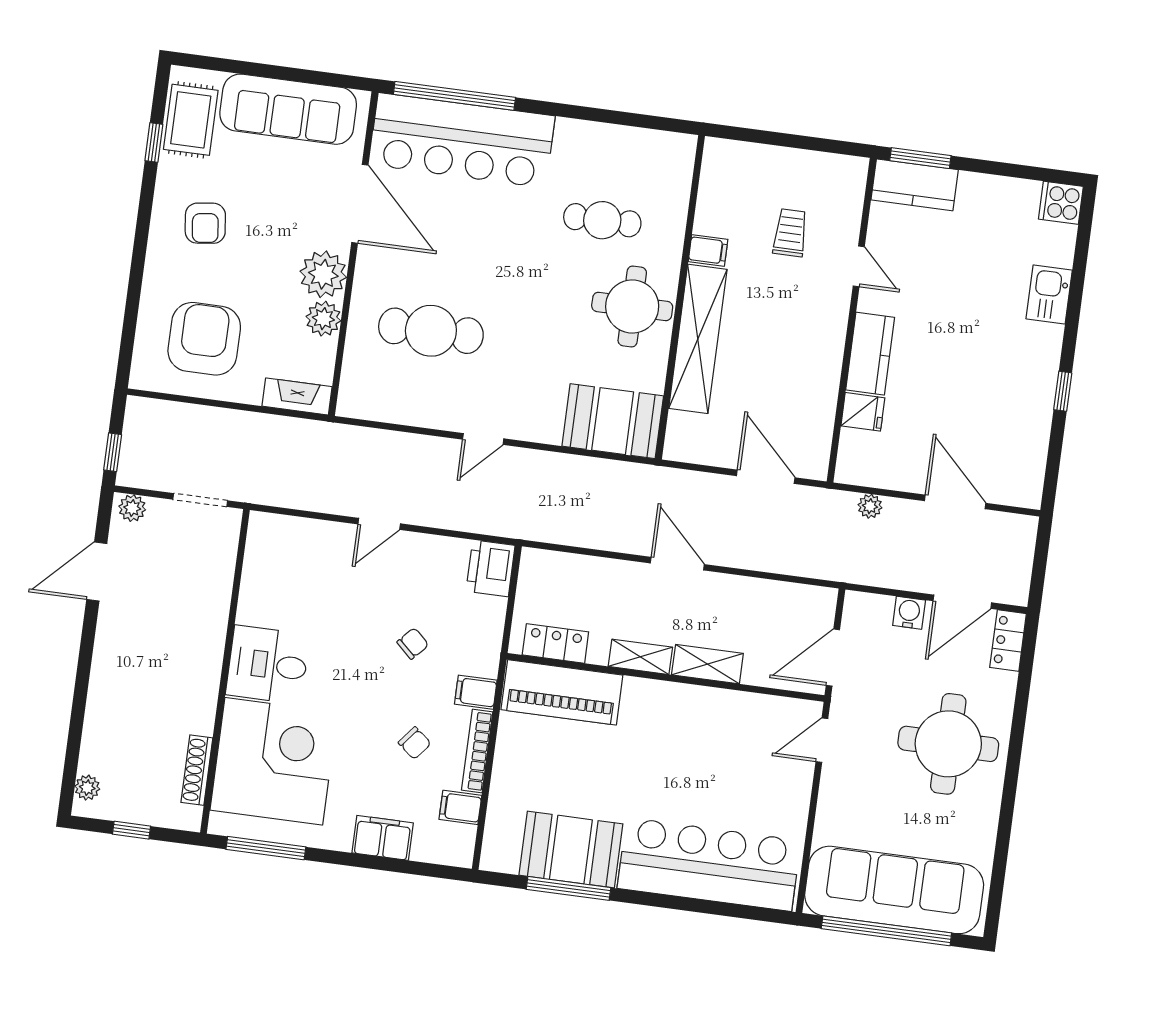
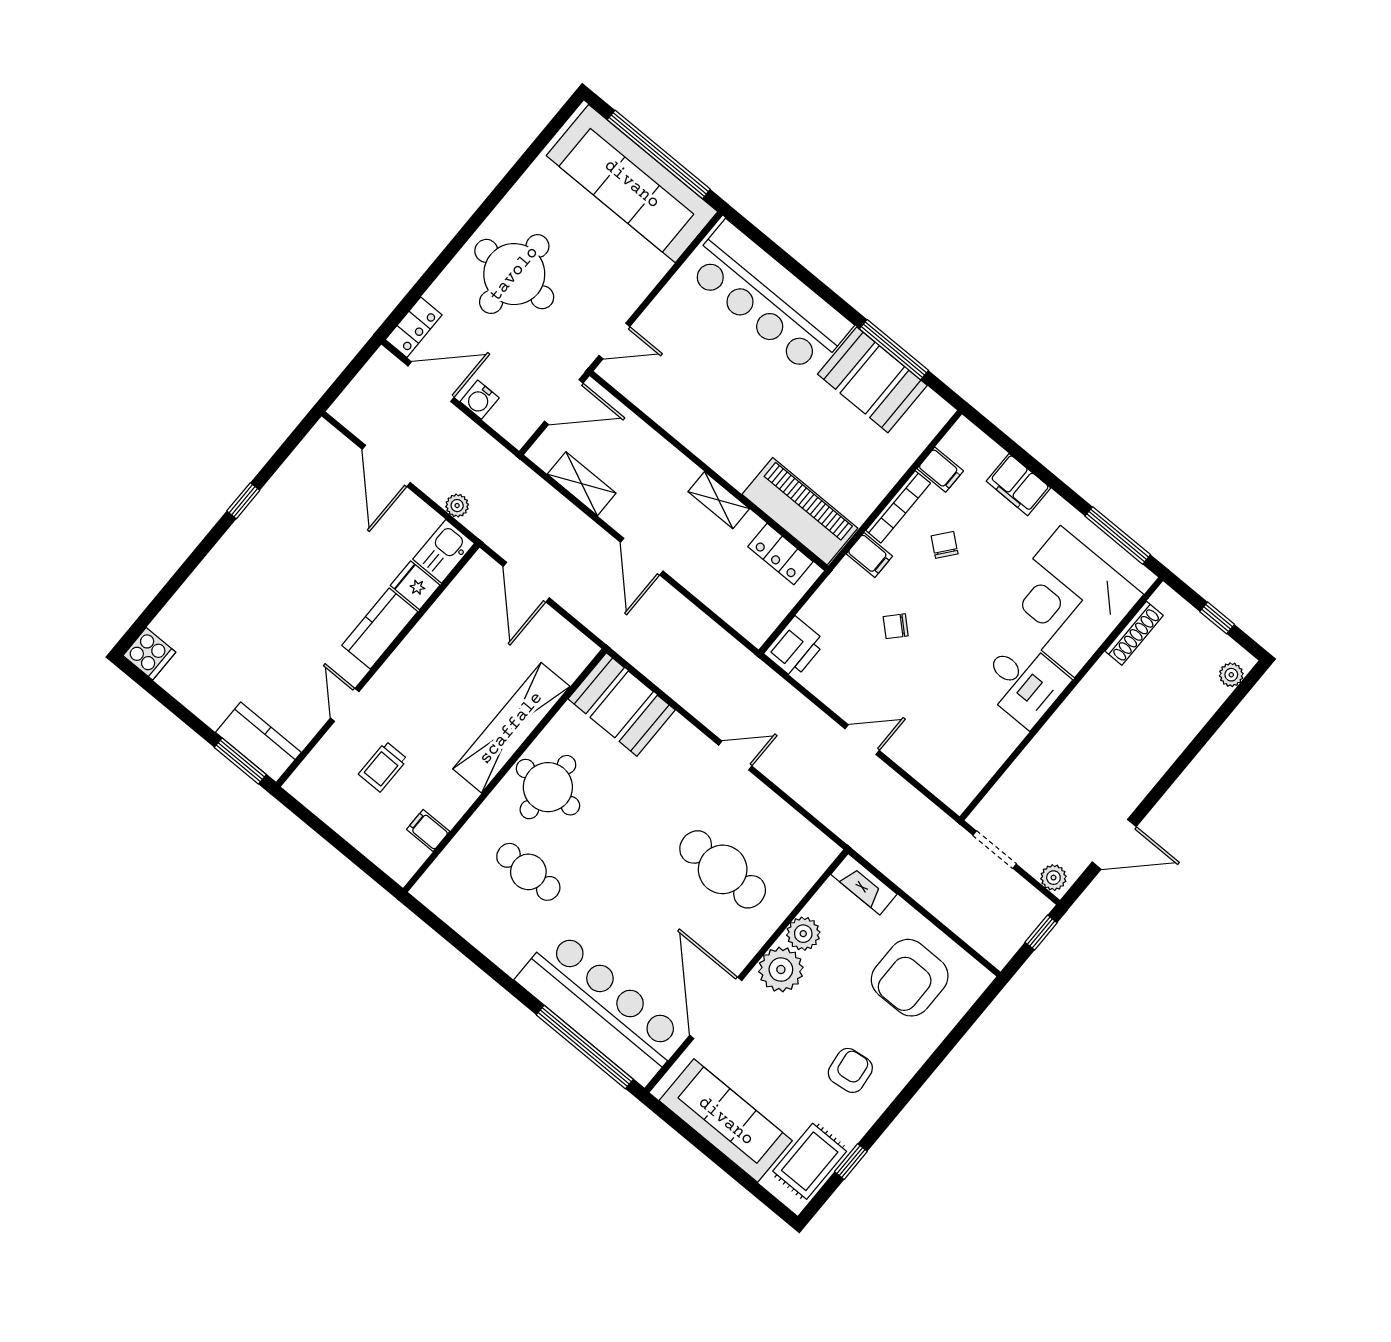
filing cabinet: (708, 251) -> (428, 830), moved
kitchen sink: (1049, 294) -> (444, 551), moved, turned 180
shelving: (707, 664) -> (582, 484), moved

